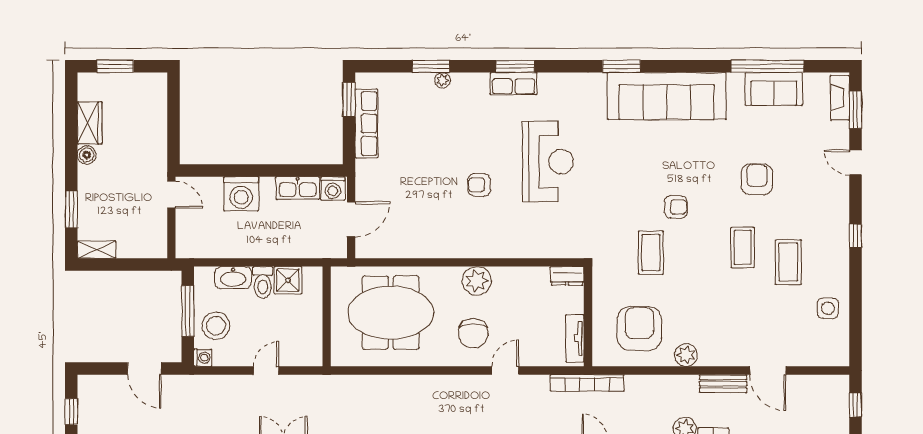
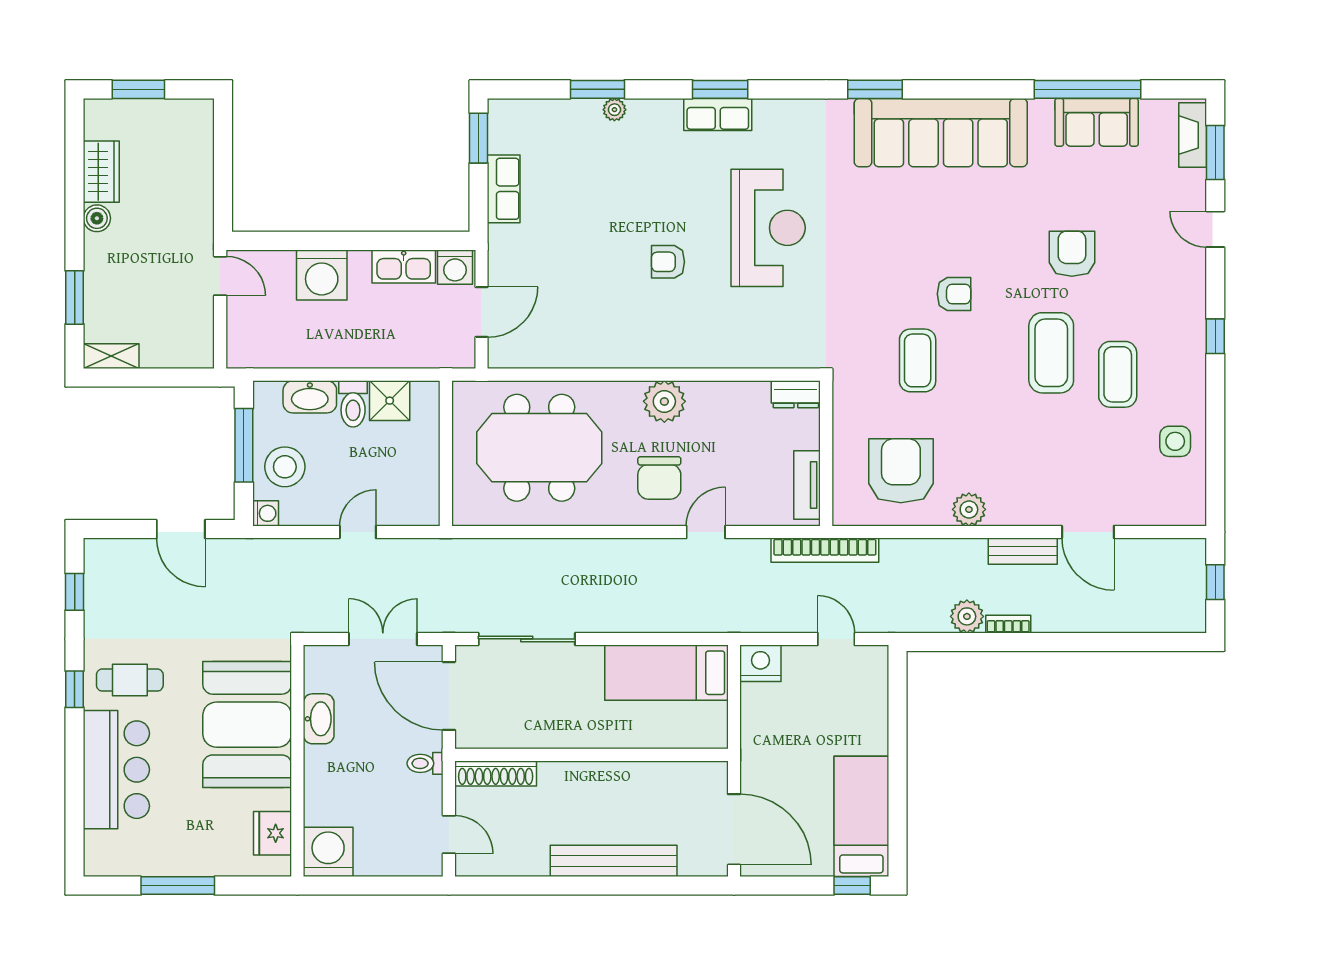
row of seats: (366, 123) -> (504, 189), width x0.68
coffee table: (743, 247) -> (1051, 353), width x1.36, depth x1.32

